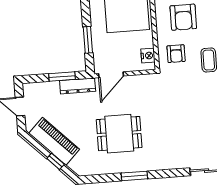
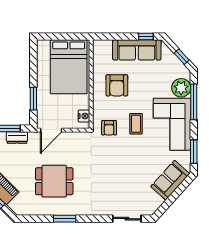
armchair: (176, 54) -> (109, 128), moved
dresser: (78, 86) -> (17, 138), width x0.70

